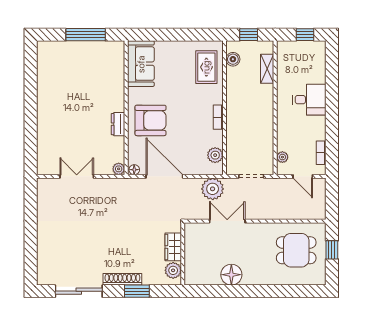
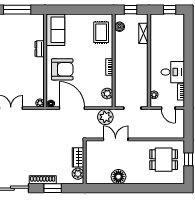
desk: (309, 100) -> (173, 72), moved
dresser: (118, 124) -> (40, 49), moved

